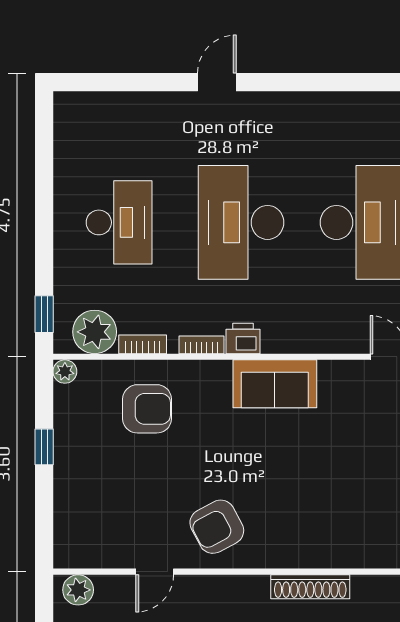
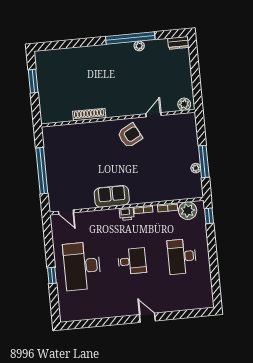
door: (217, 82) -> (147, 318), swing flipped
desk: (241, 222) -> (132, 261), width x0.53, depth x0.77
plant: (65, 372) -> (196, 168), moved
armchair: (147, 409) -> (163, 181), removed
window: (44, 447) -> (204, 161), width x2.17

